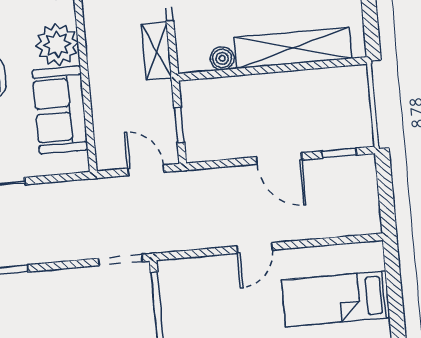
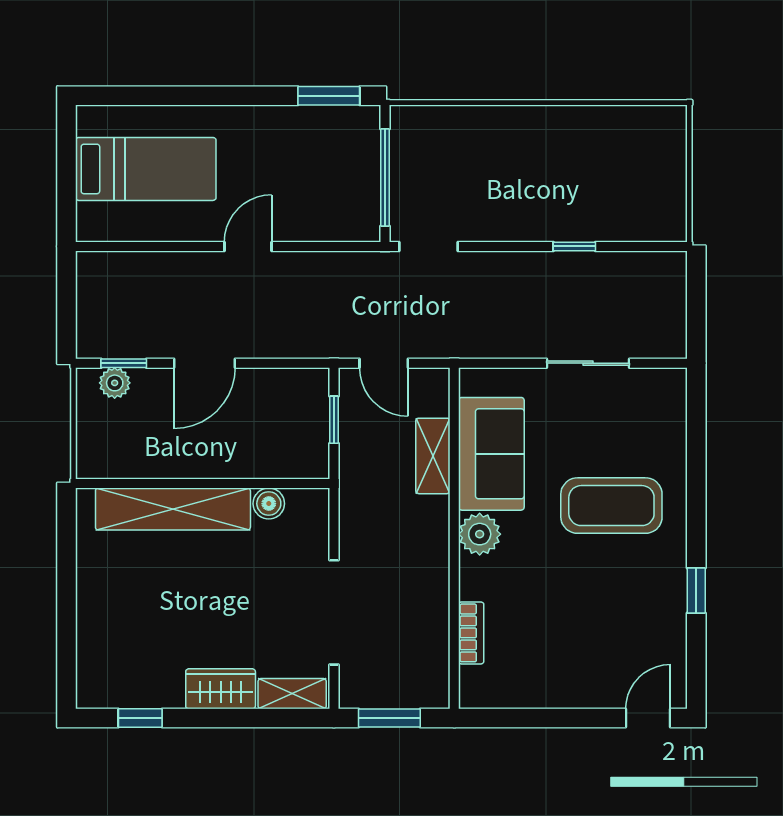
plant: (57, 44) -> (480, 534), width x0.73, depth x0.73
shelving: (157, 51) -> (433, 456), moved
plant: (345, 138) -> (115, 383), added
door: (279, 158) -> (205, 363), swing flipped

